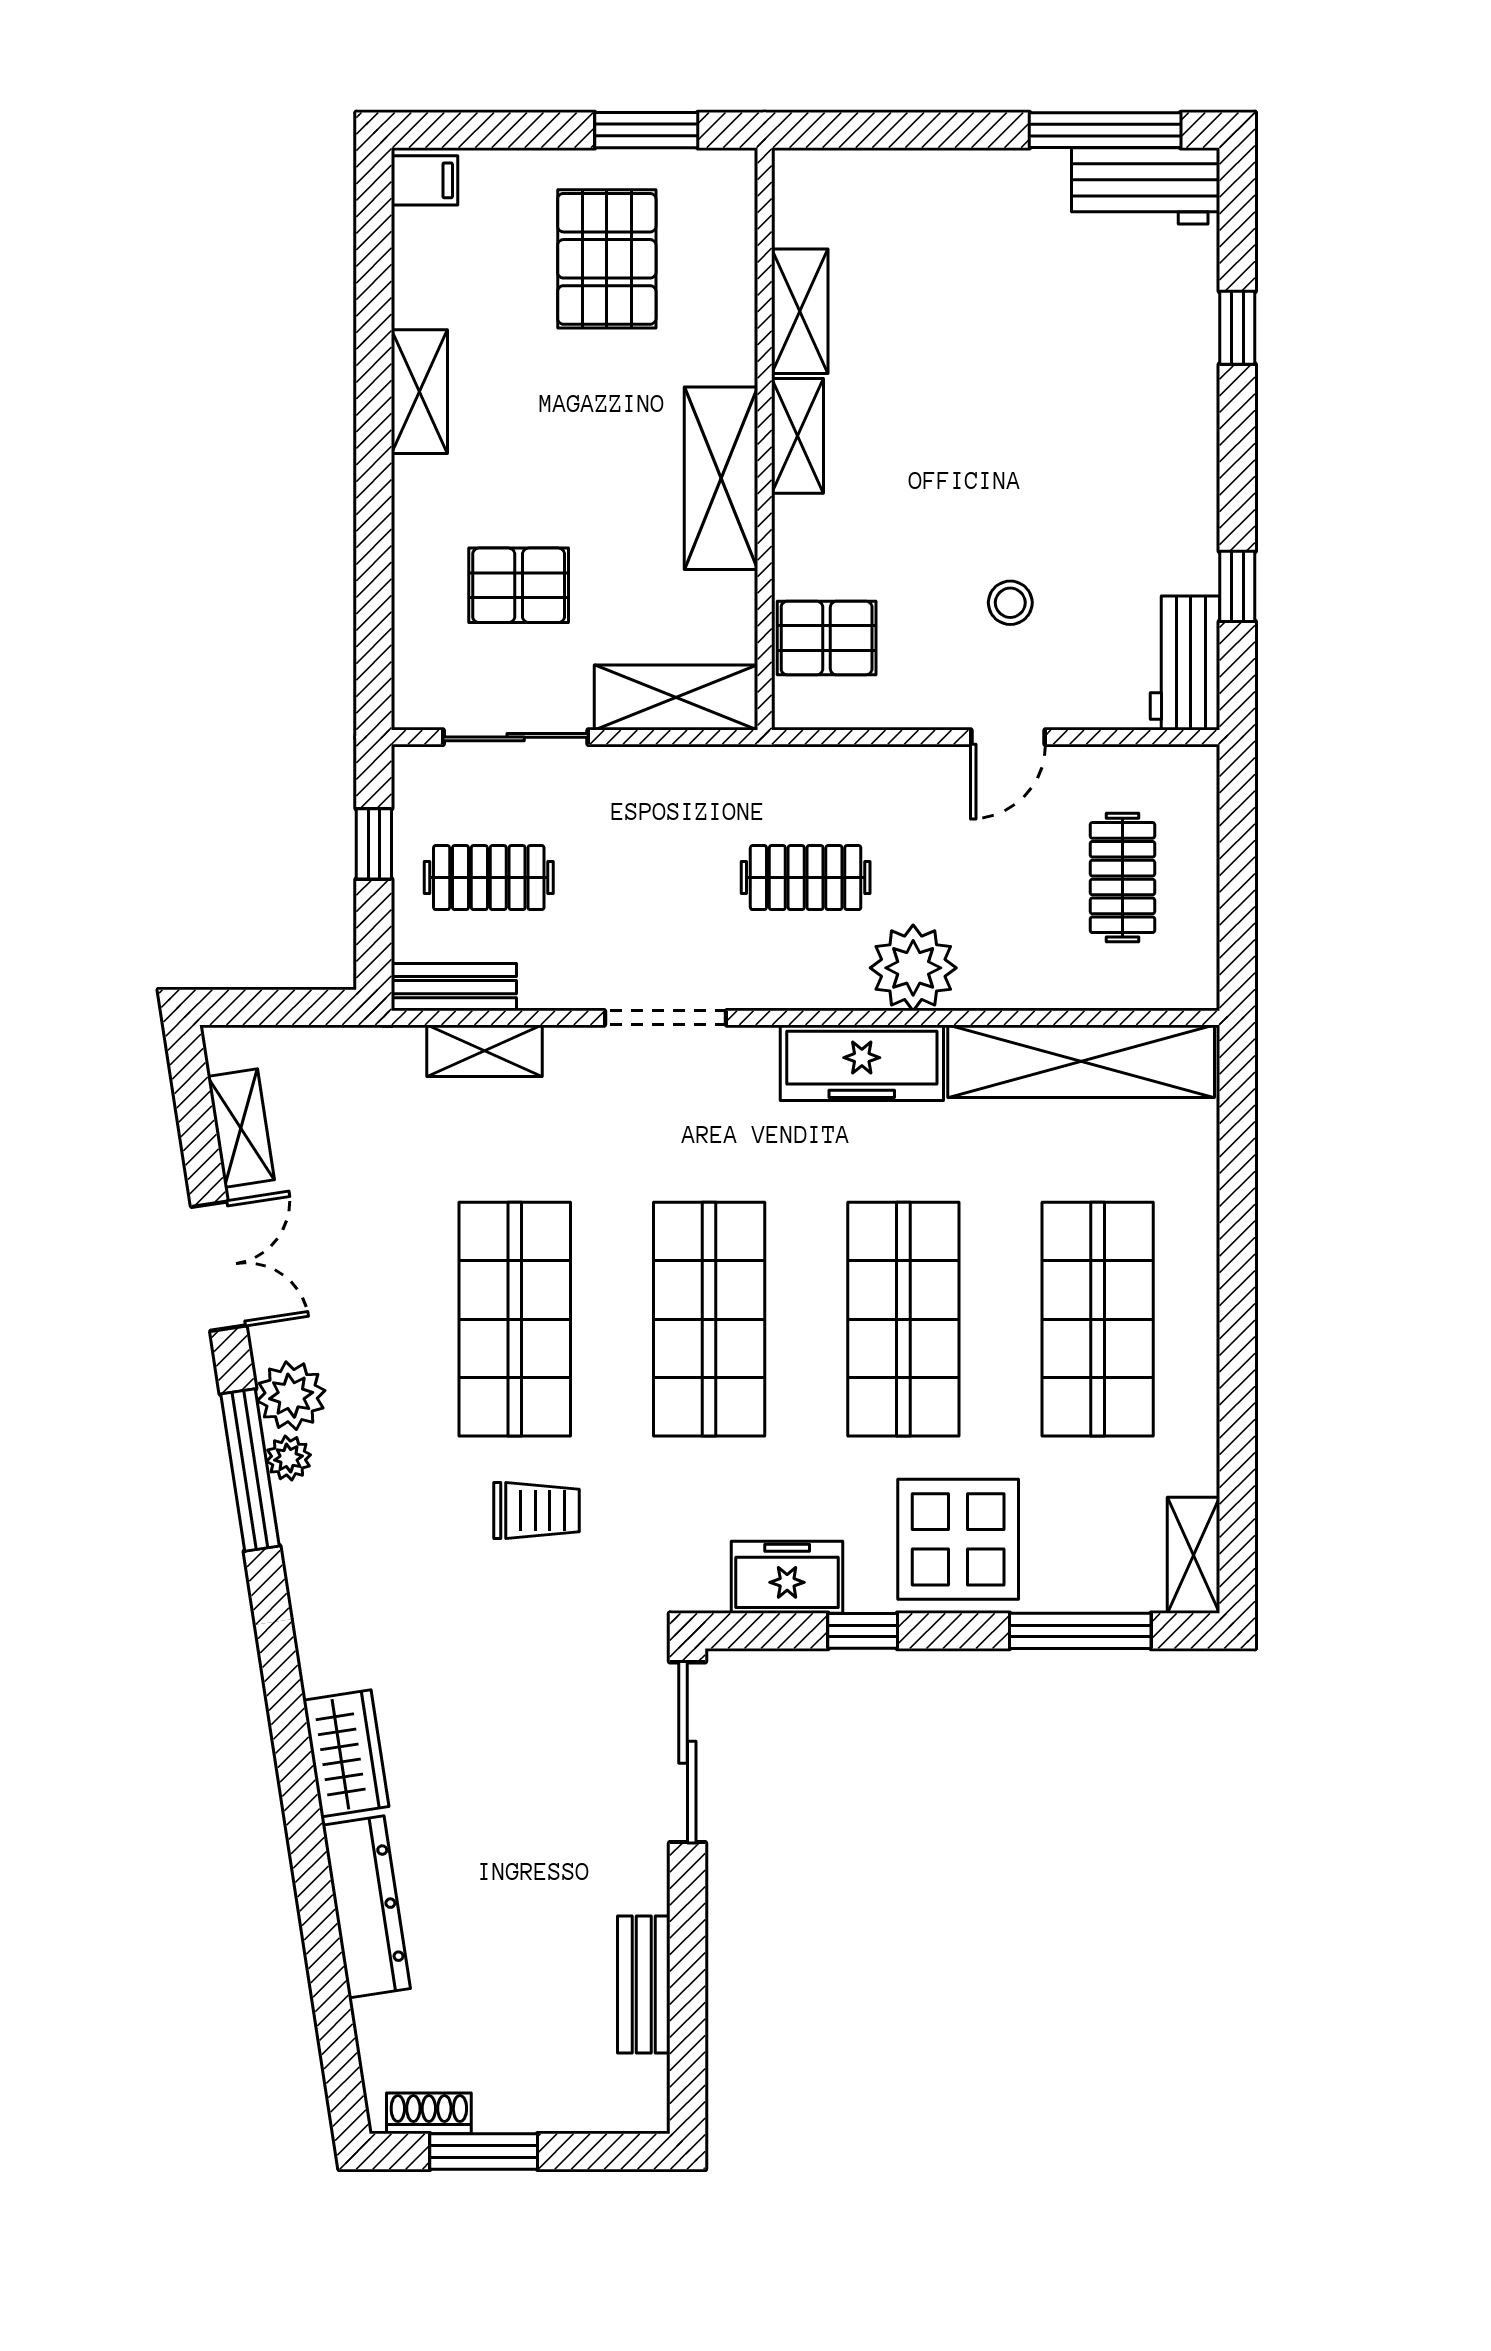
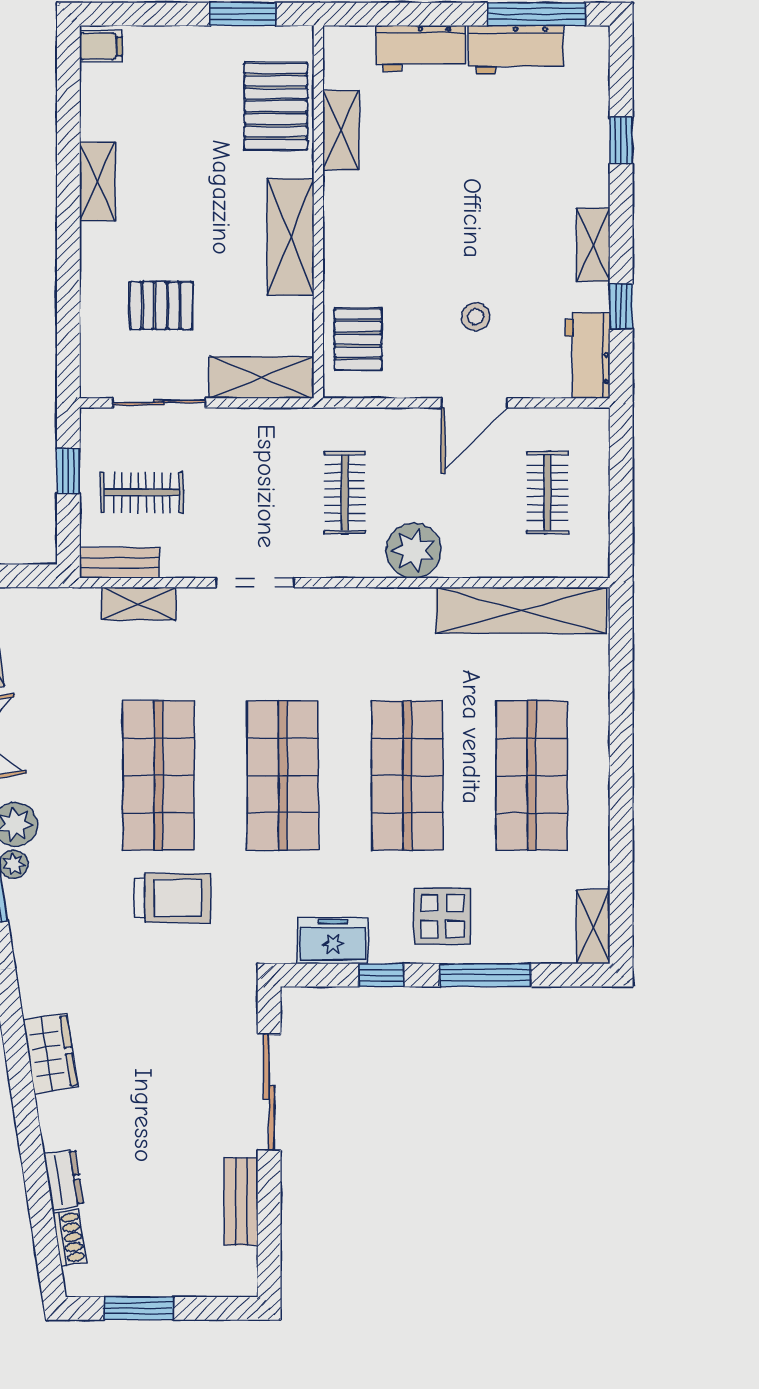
workbench: (924, 184) -> (421, 48), added
workbench: (1146, 186) -> (516, 50), moved
pallet: (607, 259) -> (276, 106), moved
shelving: (798, 436) -> (593, 245), moved
pallet: (827, 638) -> (358, 339), turned 90
door: (1008, 737) -> (474, 403), width x1.38
clothes rail: (806, 878) -> (345, 493), turned 90
freezer: (862, 1063) -> (381, 611), removed
trolley: (536, 1511) -> (172, 898), width x1.36, depth x1.39
display table: (958, 1539) -> (442, 916), width x0.73, depth x0.73
window: (1080, 1631) -> (485, 975), moved
sliding door: (687, 1752) -> (269, 1092), moved
dresser: (366, 1907) -> (64, 1179), width x0.51, depth x0.80
shoe rack: (429, 2113) -> (70, 1238), moved, turned 81

